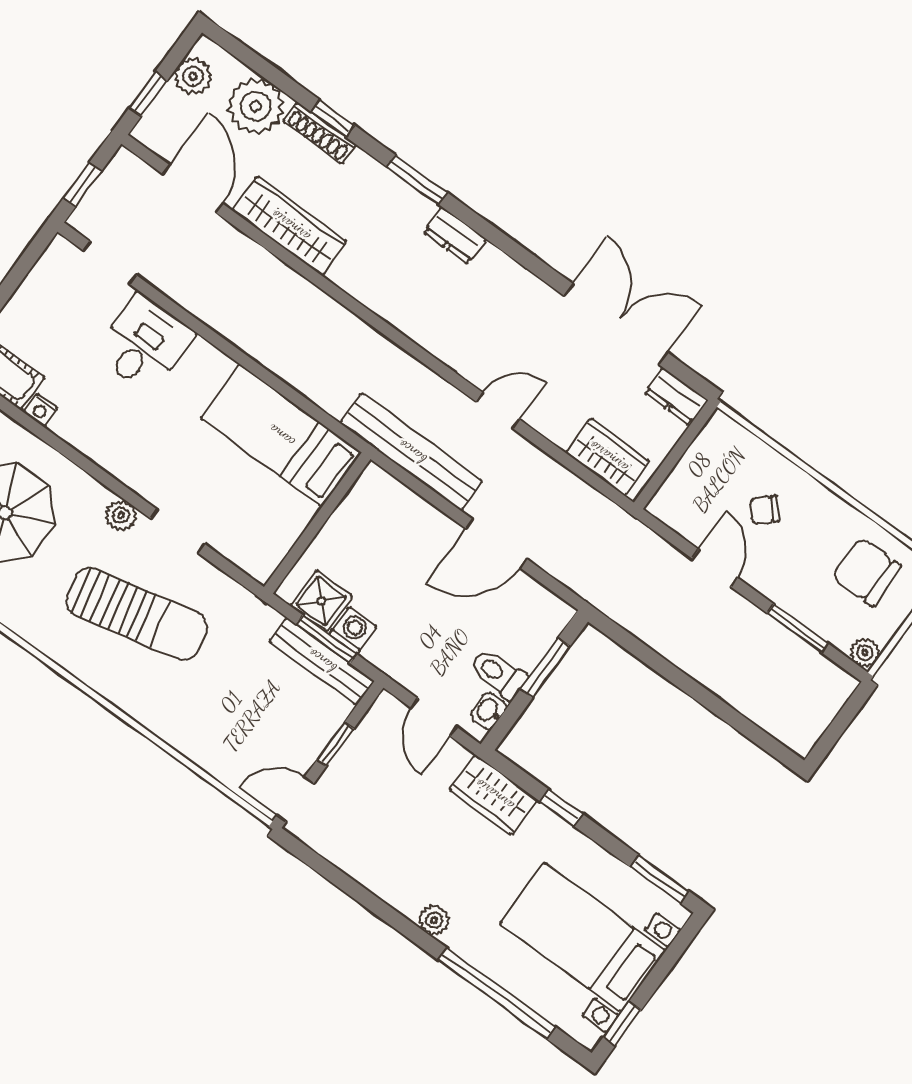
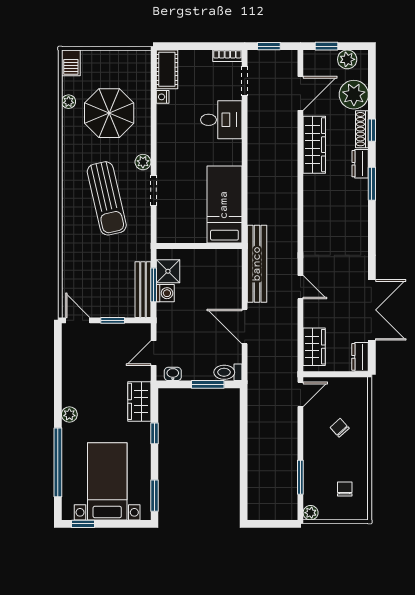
dresser: (455, 236) -> (360, 164), moved
bookcase: (50, 261) -> (227, 56), added
door: (715, 568) -> (300, 394), moved
chair: (866, 572) -> (345, 489), width x0.54, depth x0.54
toilet: (498, 674) -> (228, 372), moved, turned -90

